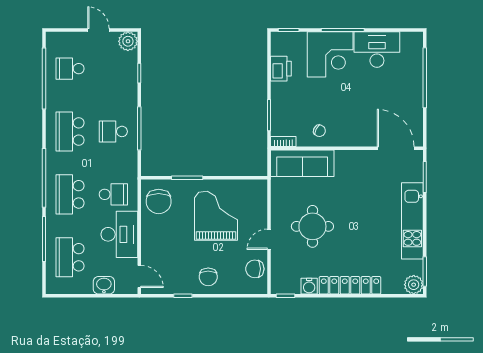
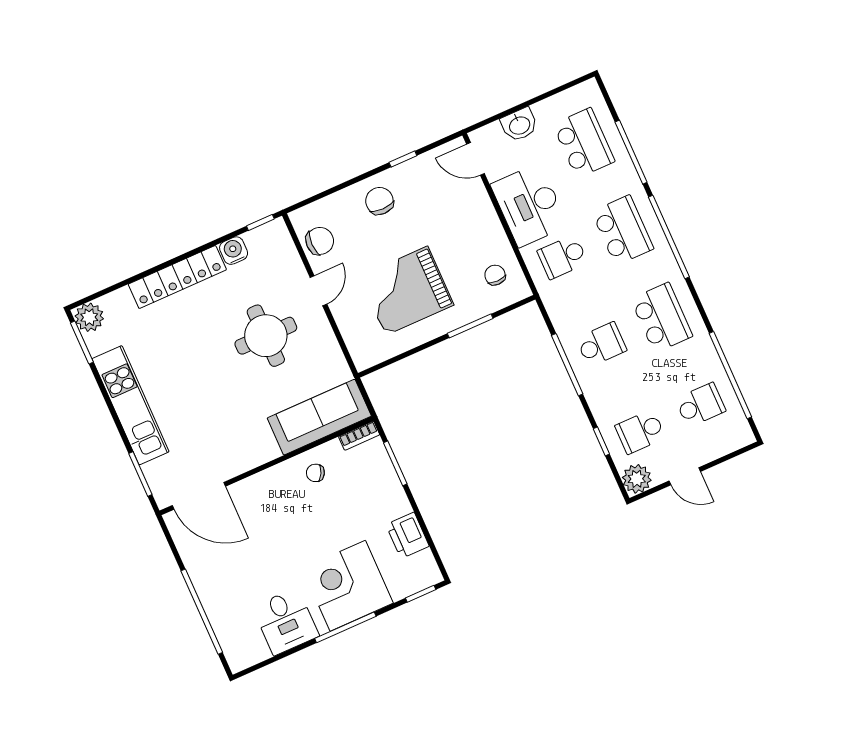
desk: (377, 50) -> (286, 621), width x0.73
school desk: (113, 69) -> (640, 432), added
chair: (159, 202) -> (495, 275), width x0.54, depth x0.54
grand piano: (216, 216) -> (407, 291), turned 90

